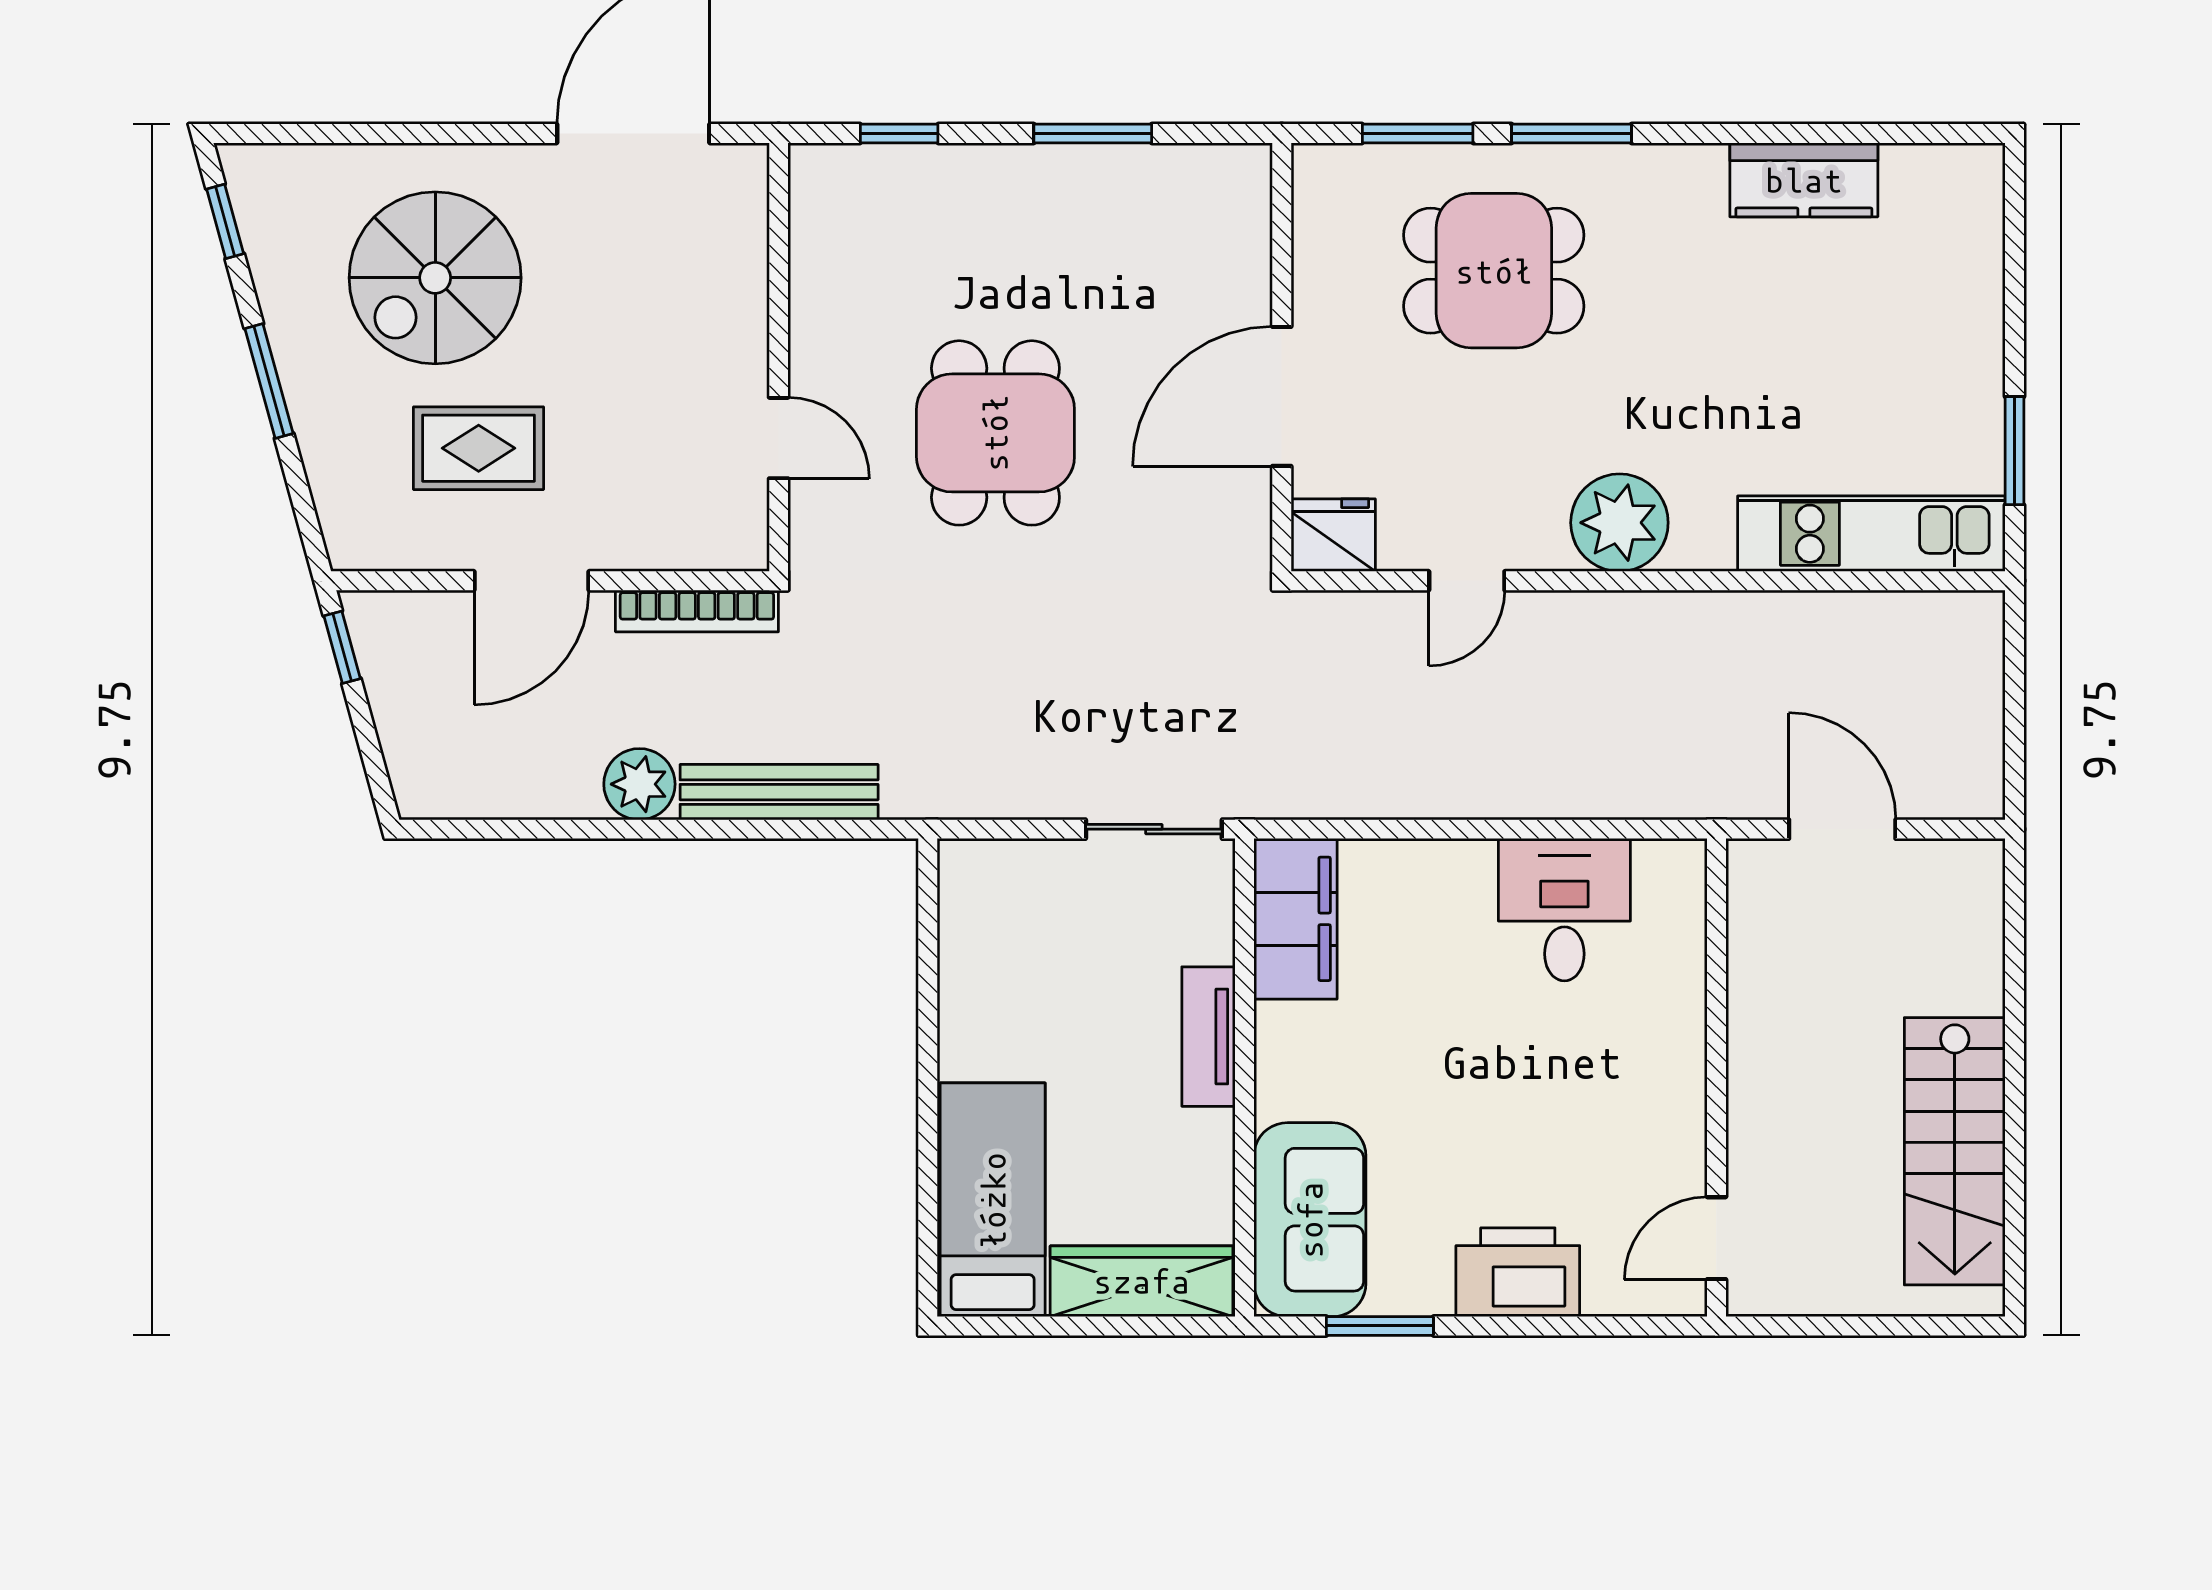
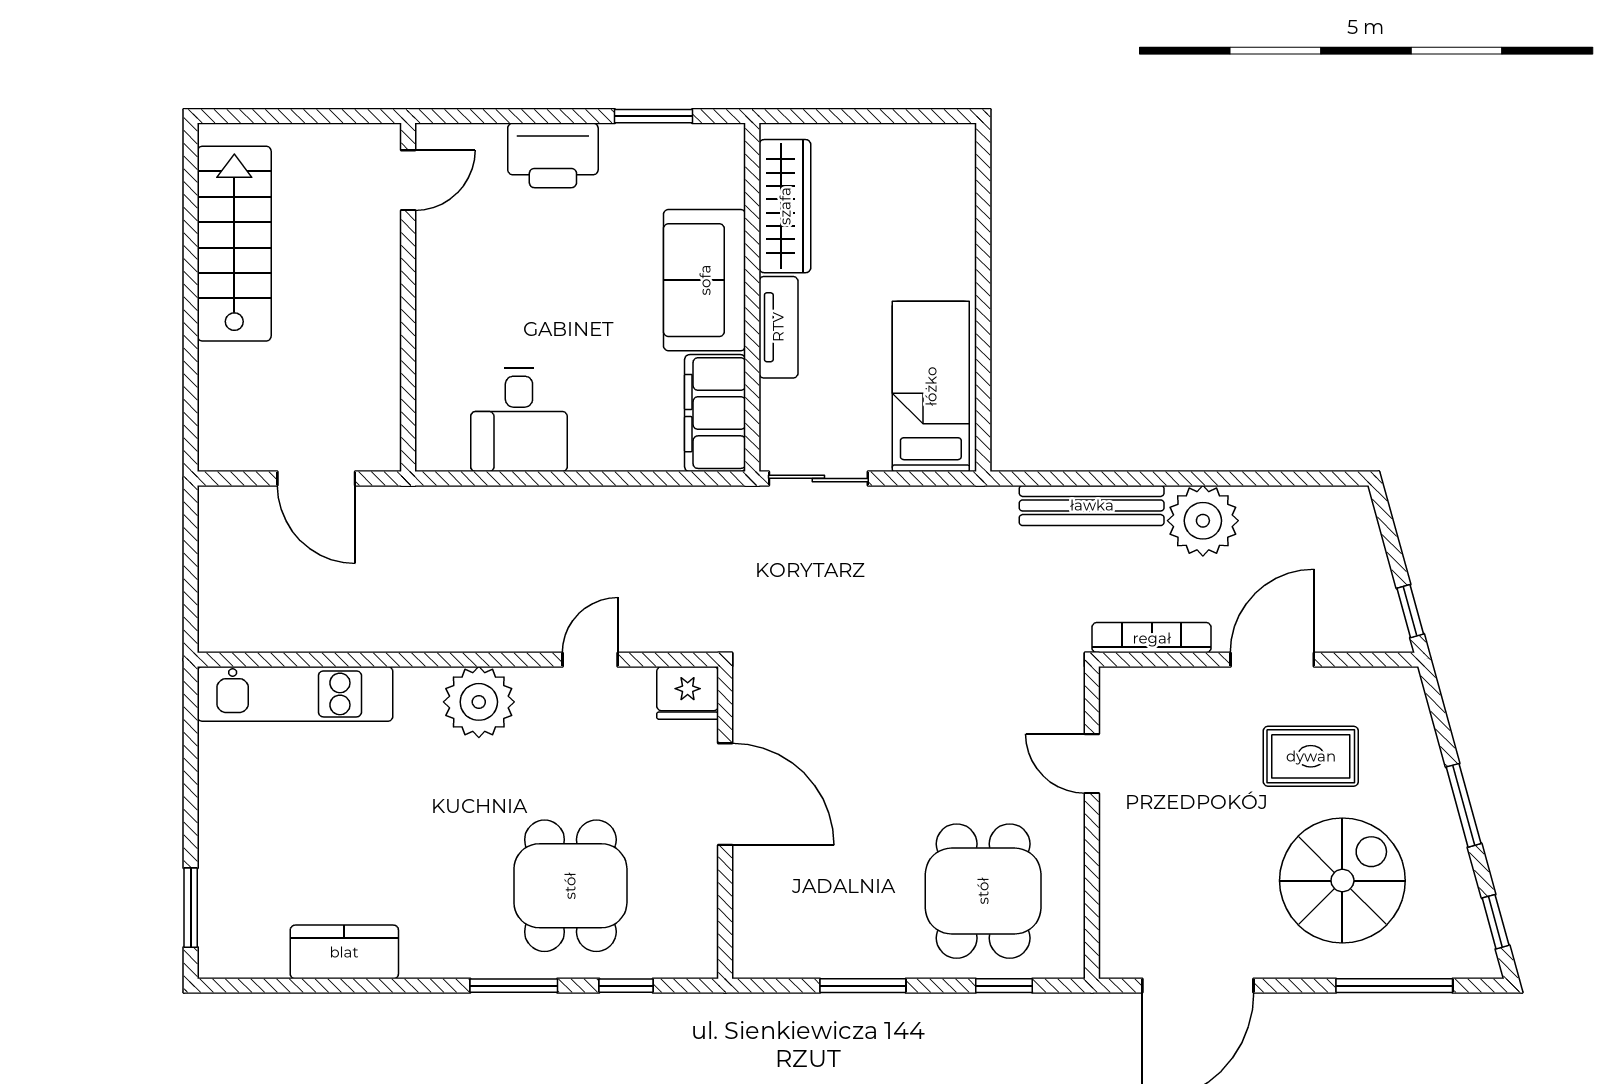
window: (364, 134) -> (1394, 986), added
window: (1418, 134) -> (626, 986), width x0.67
dining table: (1494, 271) -> (570, 886), turned 90
door: (1282, 396) -> (725, 794), hinge flipped
dining table: (995, 433) -> (983, 891), moved
window: (2015, 451) -> (191, 908), moved
plant: (639, 784) -> (1203, 521), width x1.36, depth x1.36
bed: (993, 1200) -> (931, 386), moved, turned 180
sofa: (1310, 1220) -> (705, 280), moved
wardrobe: (1142, 1281) -> (785, 206), moved, turned -90

